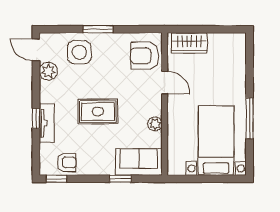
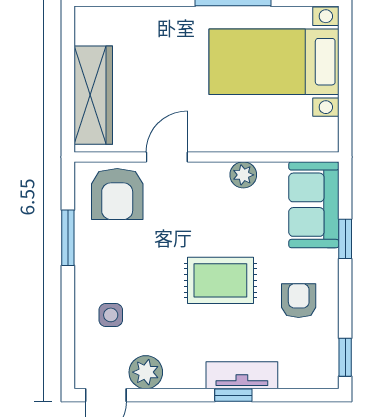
window: (98, 29) -> (68, 238), moved
wardrobe: (189, 43) -> (93, 95), width x1.50
side table: (79, 52) -> (111, 315), width x0.54, depth x0.54
rug: (98, 112) -> (220, 280), turned 90
armchair: (67, 162) -> (299, 301), moved

